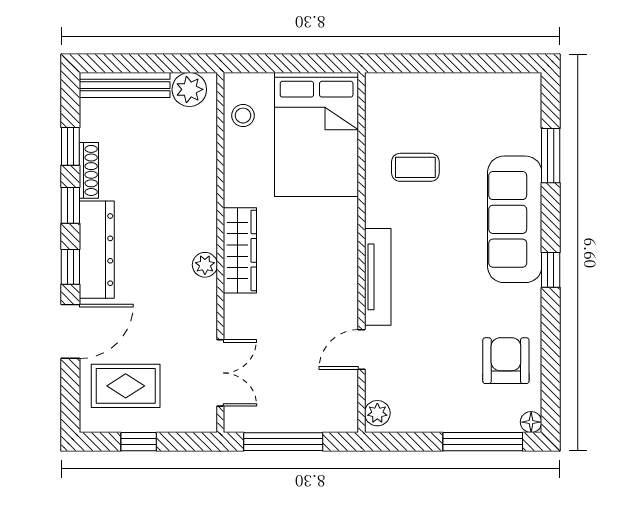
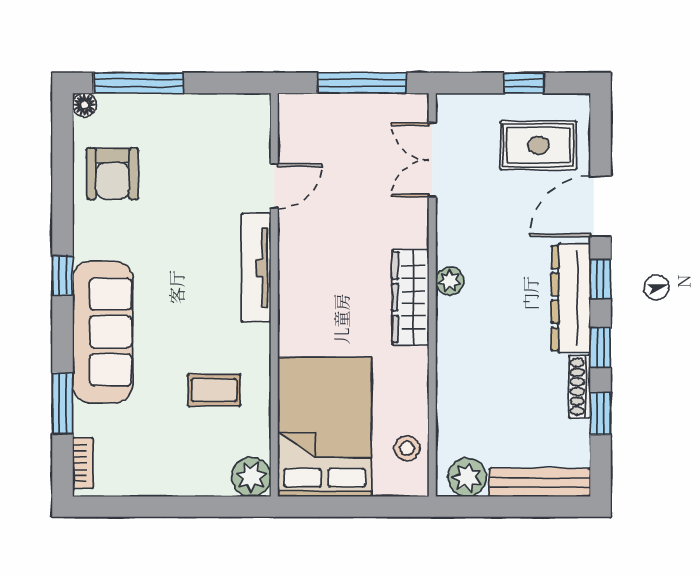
bookcase: (533, 102) -> (83, 463), added
plant: (377, 413) -> (251, 477), moved, width x1.38, depth x1.38

